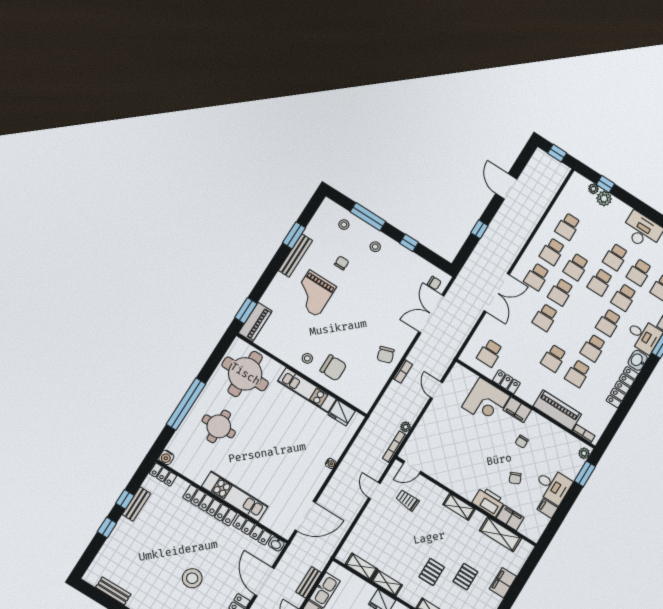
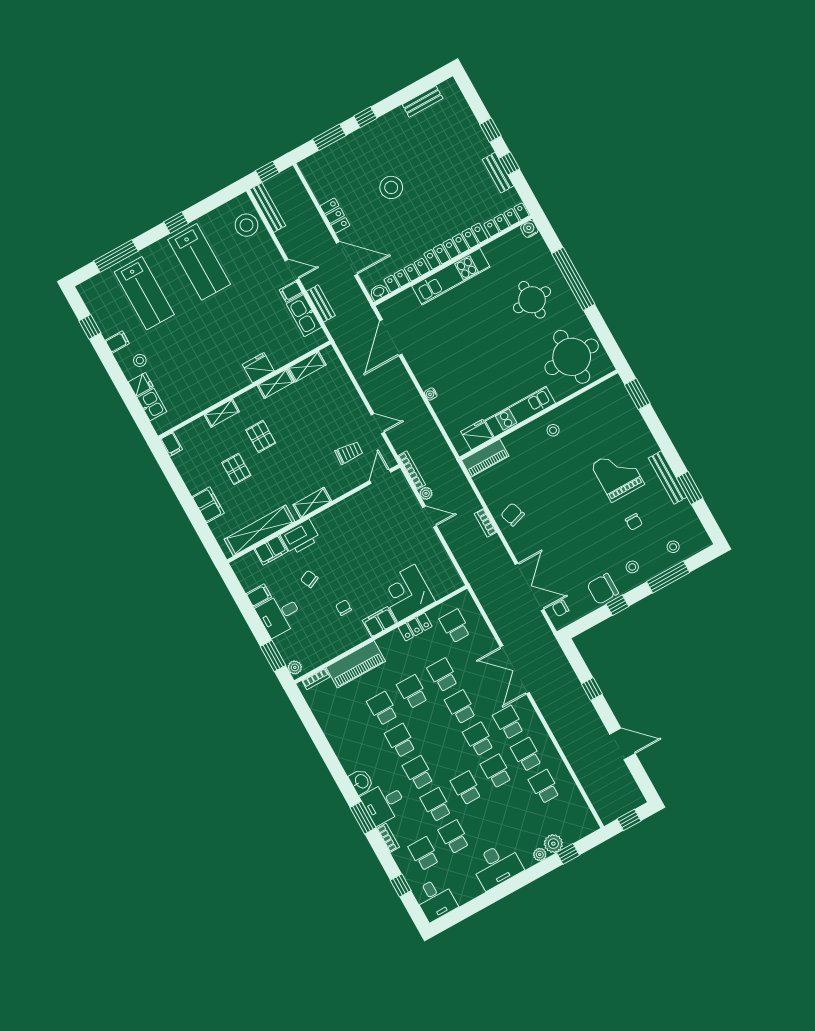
plant: (593, 189) -> (540, 855), moved
school desk: (615, 257) -> (443, 675), moved
piano: (255, 322) -> (485, 458), moved, turned -90
chair: (333, 368) -> (603, 589), moved
locker: (622, 387) -> (342, 749), removed
door: (436, 390) -> (430, 517), moved
locker: (163, 475) -> (506, 220), width x1.53
shelving: (500, 534) -> (259, 530), width x1.47

